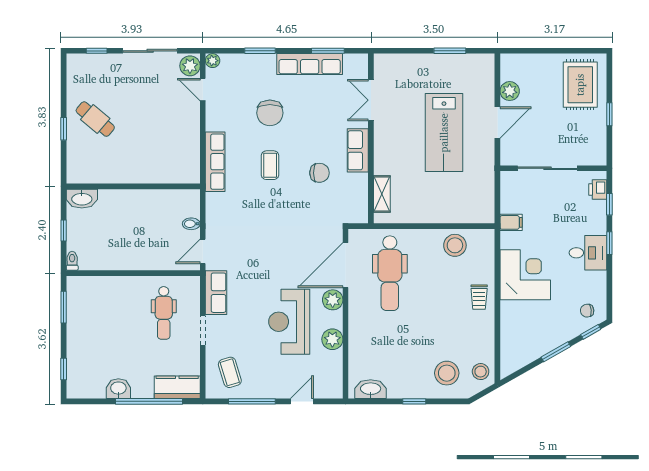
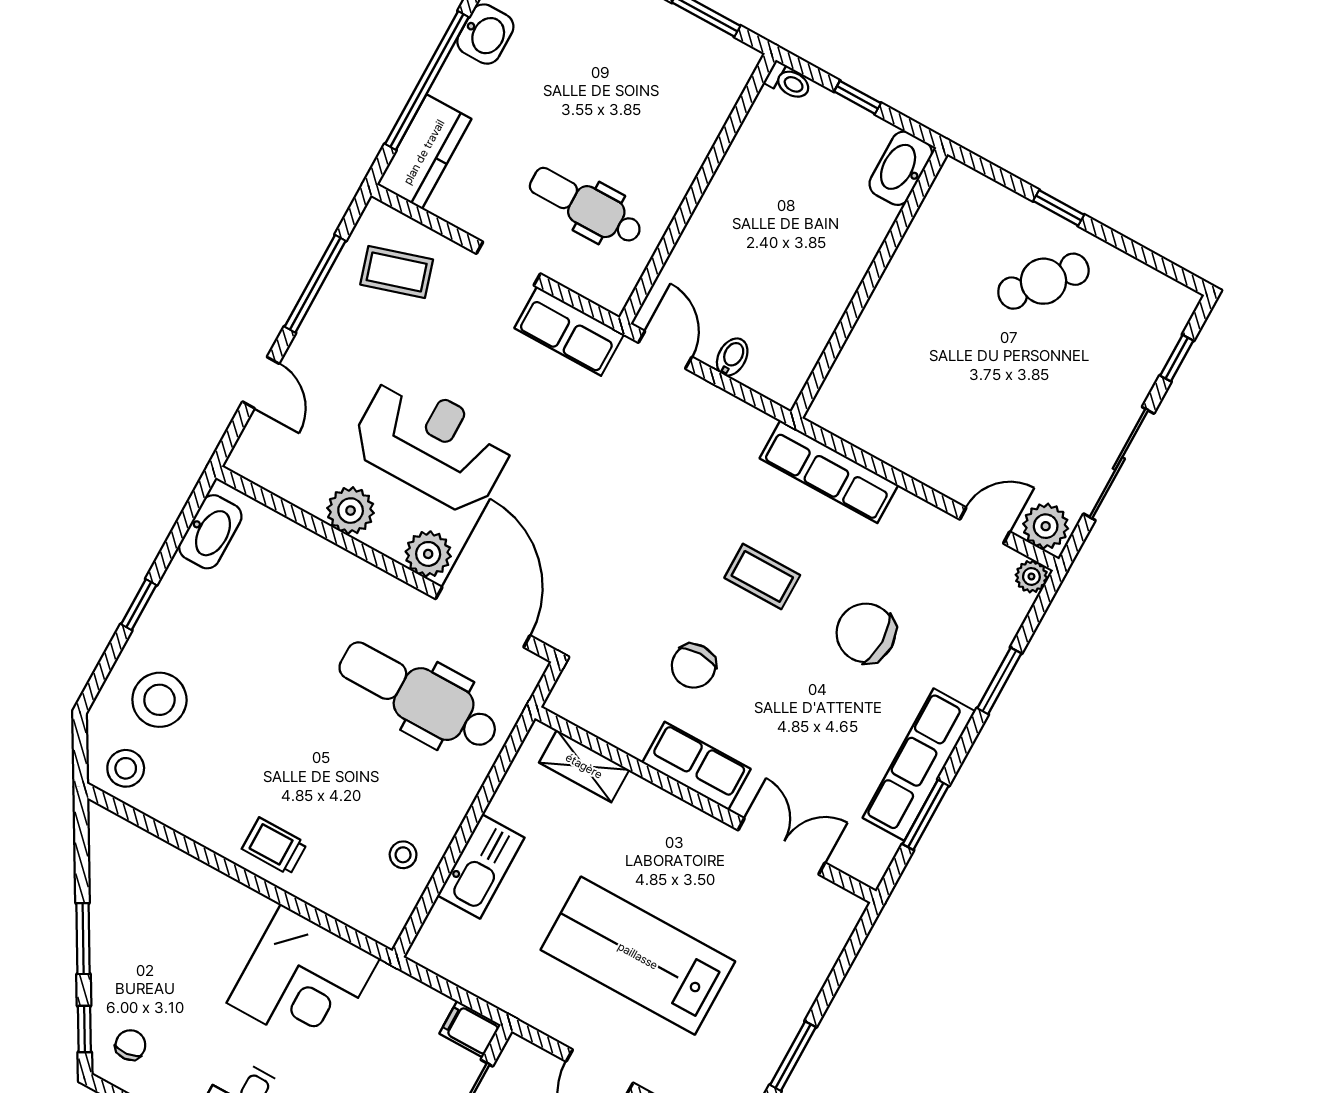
kitchen sink: (443, 213) -> (481, 866), added
filing cabinet: (511, 222) -> (470, 1029), moved, turned 90
stool: (455, 245) -> (403, 855), width x0.53, depth x0.53
corner desk: (525, 275) -> (303, 981), moved

